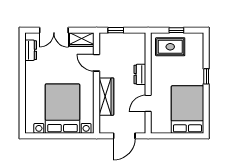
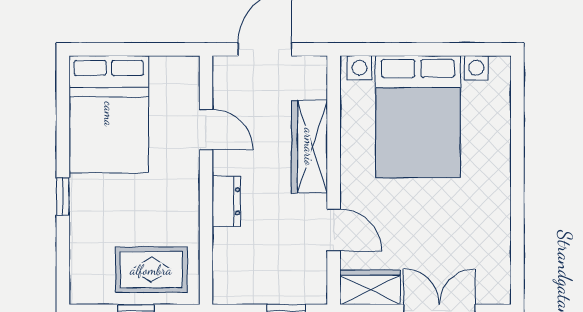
dresser: (31, 50) -> (497, 261), removed
door: (148, 103) -> (206, 129), hinge flipped

